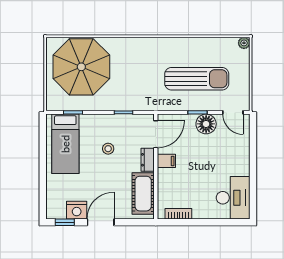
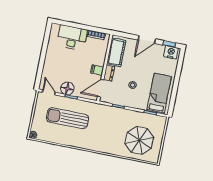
parasol: (81, 67) -> (139, 140), width x0.73, depth x0.73
desk: (233, 198) -> (72, 38), moved, turned 90
nightstand: (77, 210) -> (171, 52), moved

